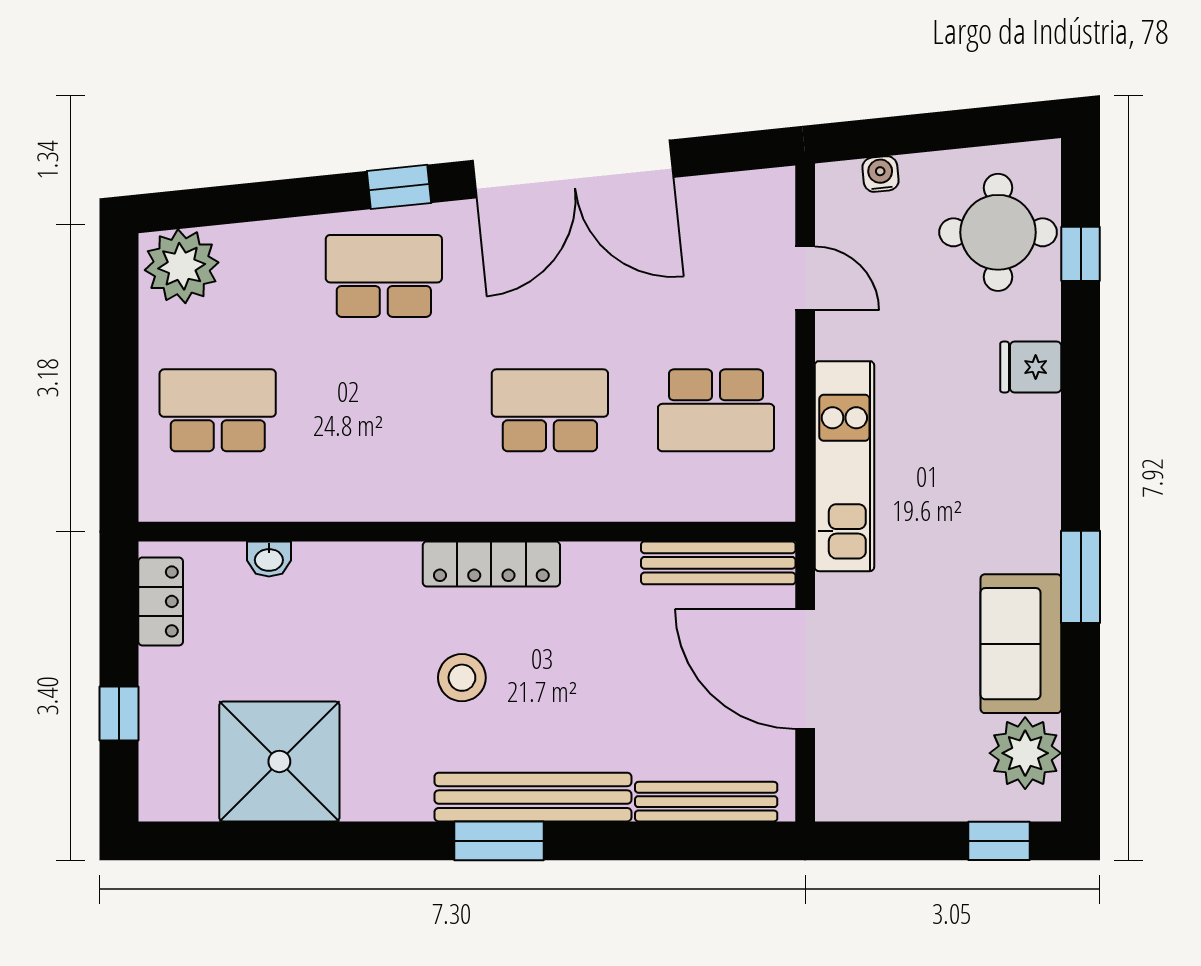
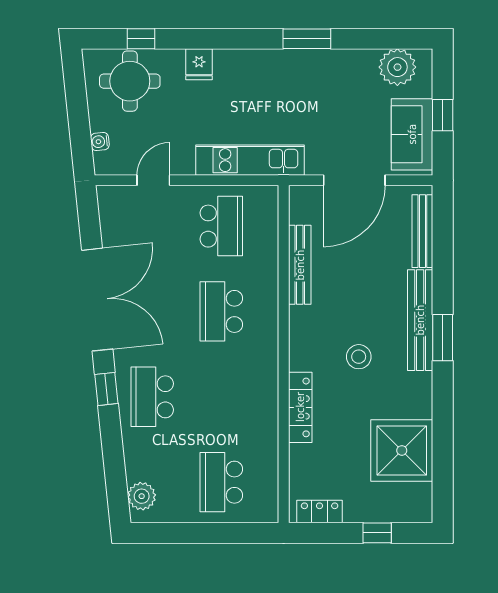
plant: (182, 266) -> (142, 496), width x0.73, depth x0.73
washbasin: (269, 559) -> (298, 456), removed
bench: (718, 563) -> (300, 265), moved
locker: (491, 564) -> (300, 407), moved
sofa: (1021, 644) -> (412, 134), moved, turned 90
window: (999, 841) -> (443, 115), moved

